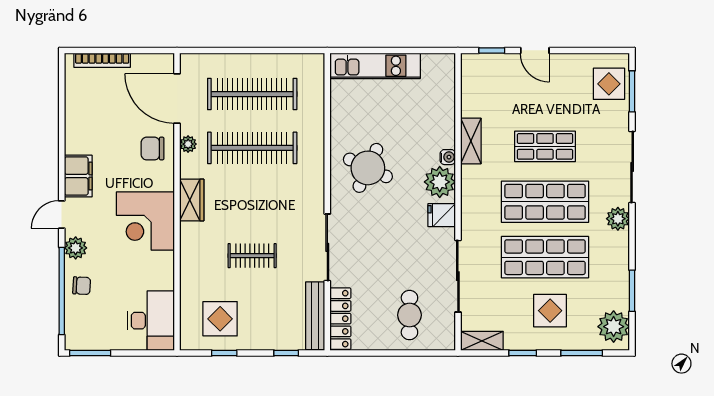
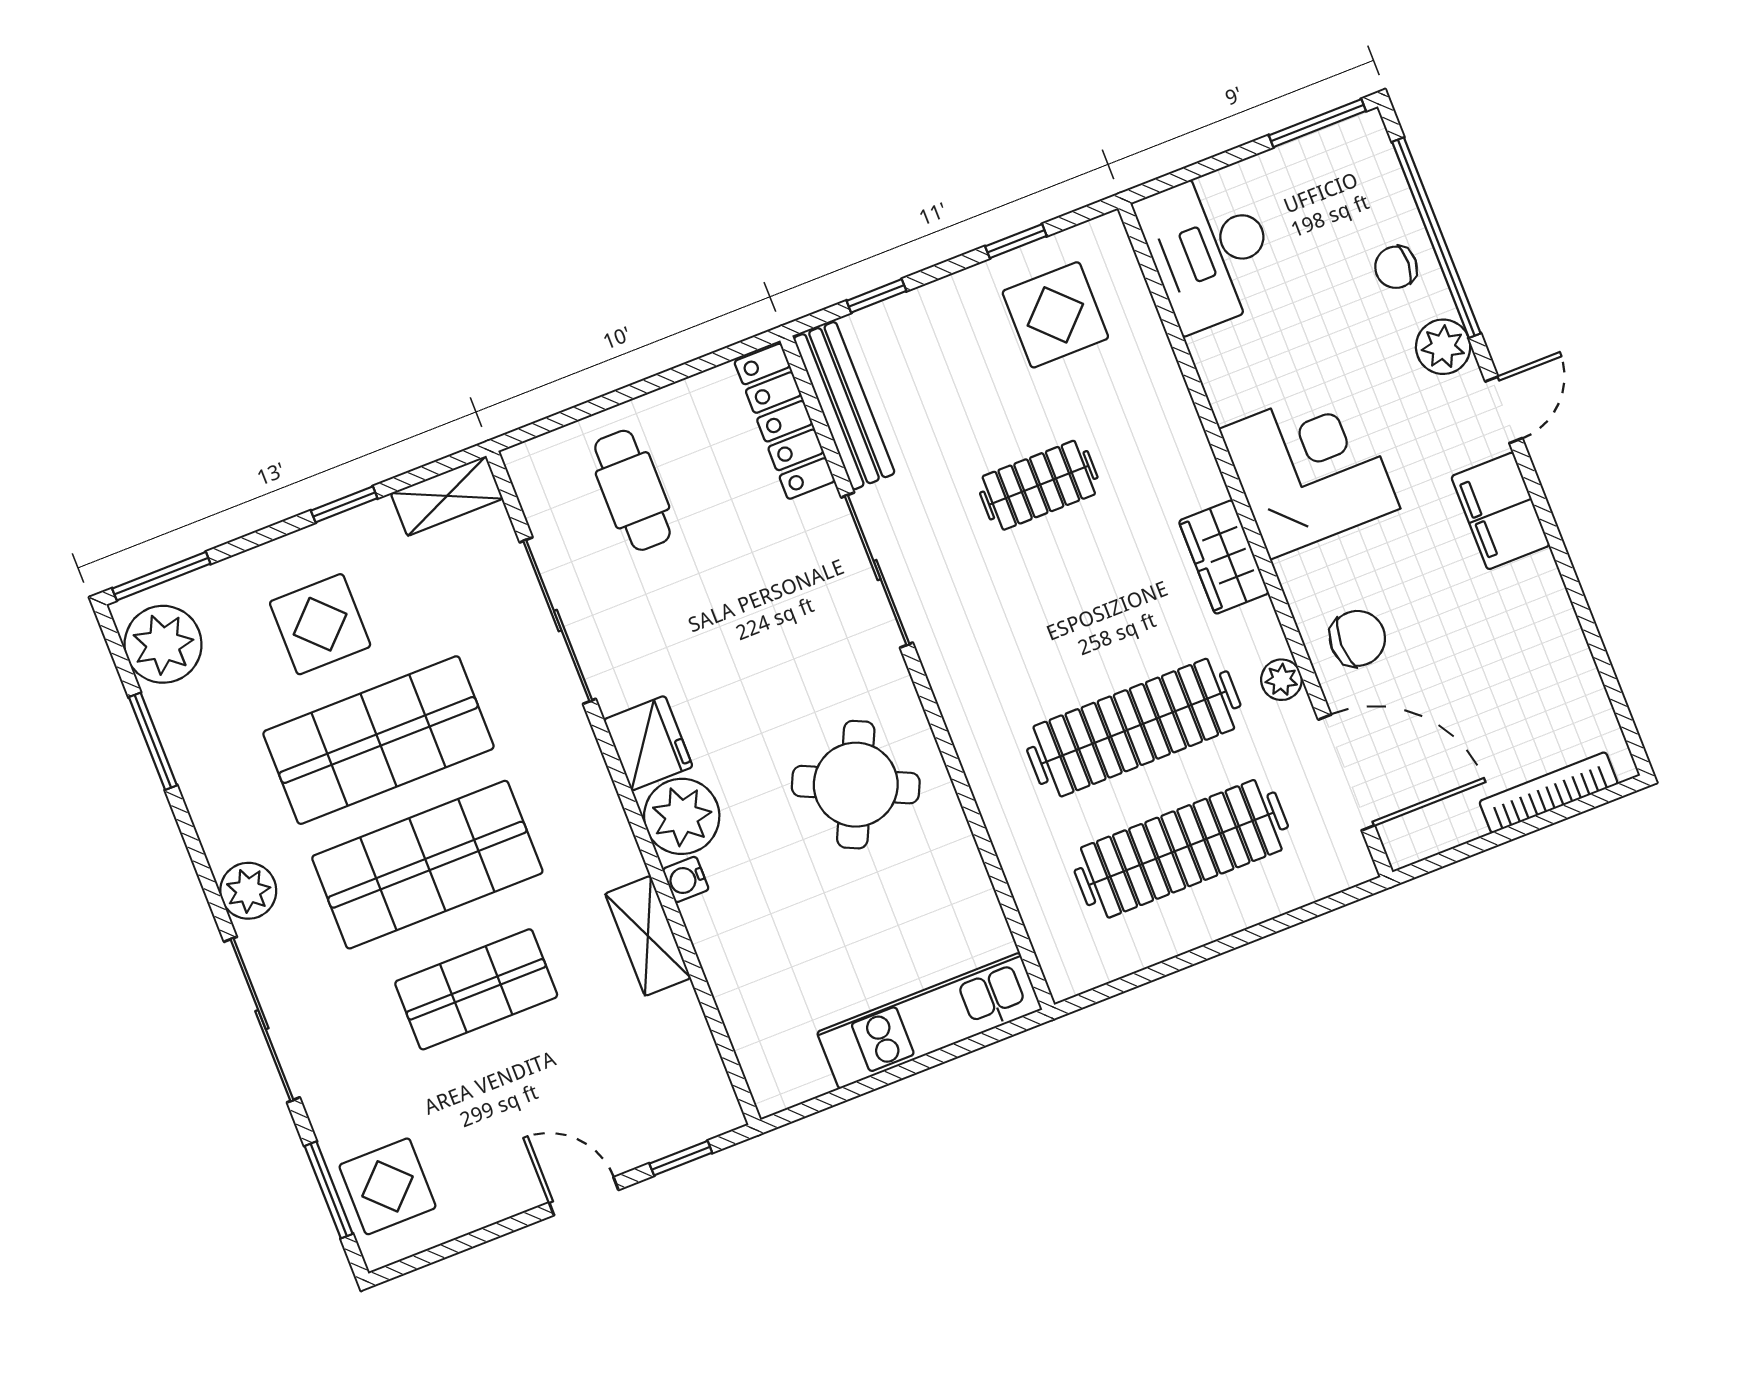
fridge: (442, 215) -> (648, 743), width x1.38
window: (582, 353) -> (161, 576), moved

